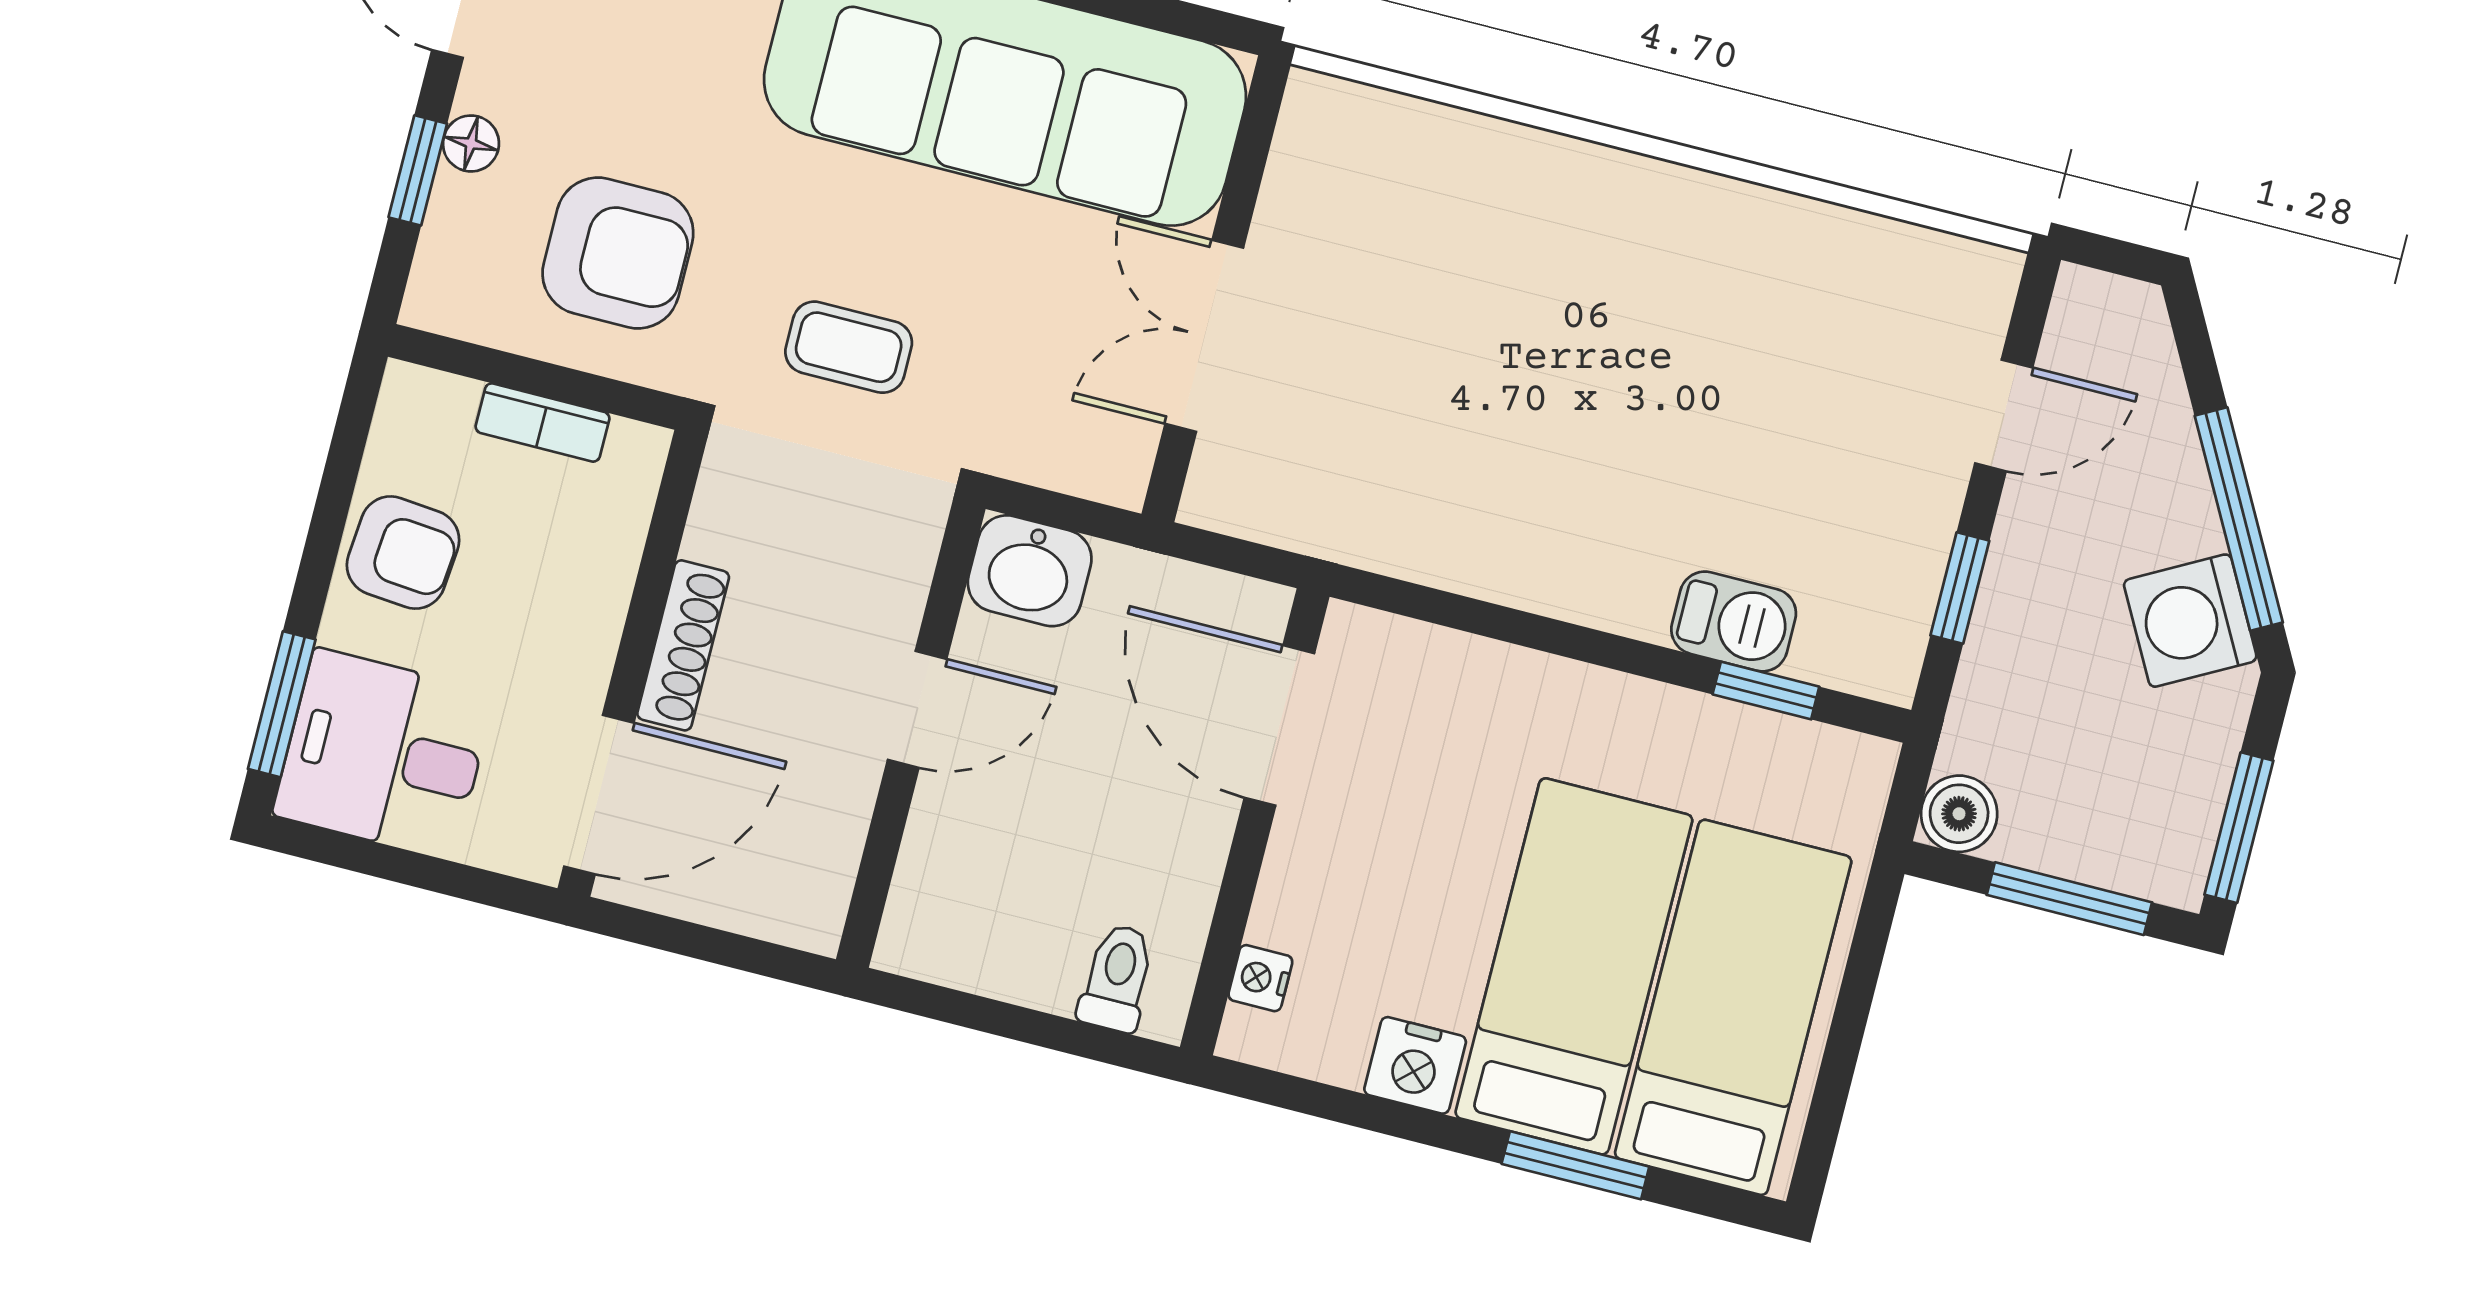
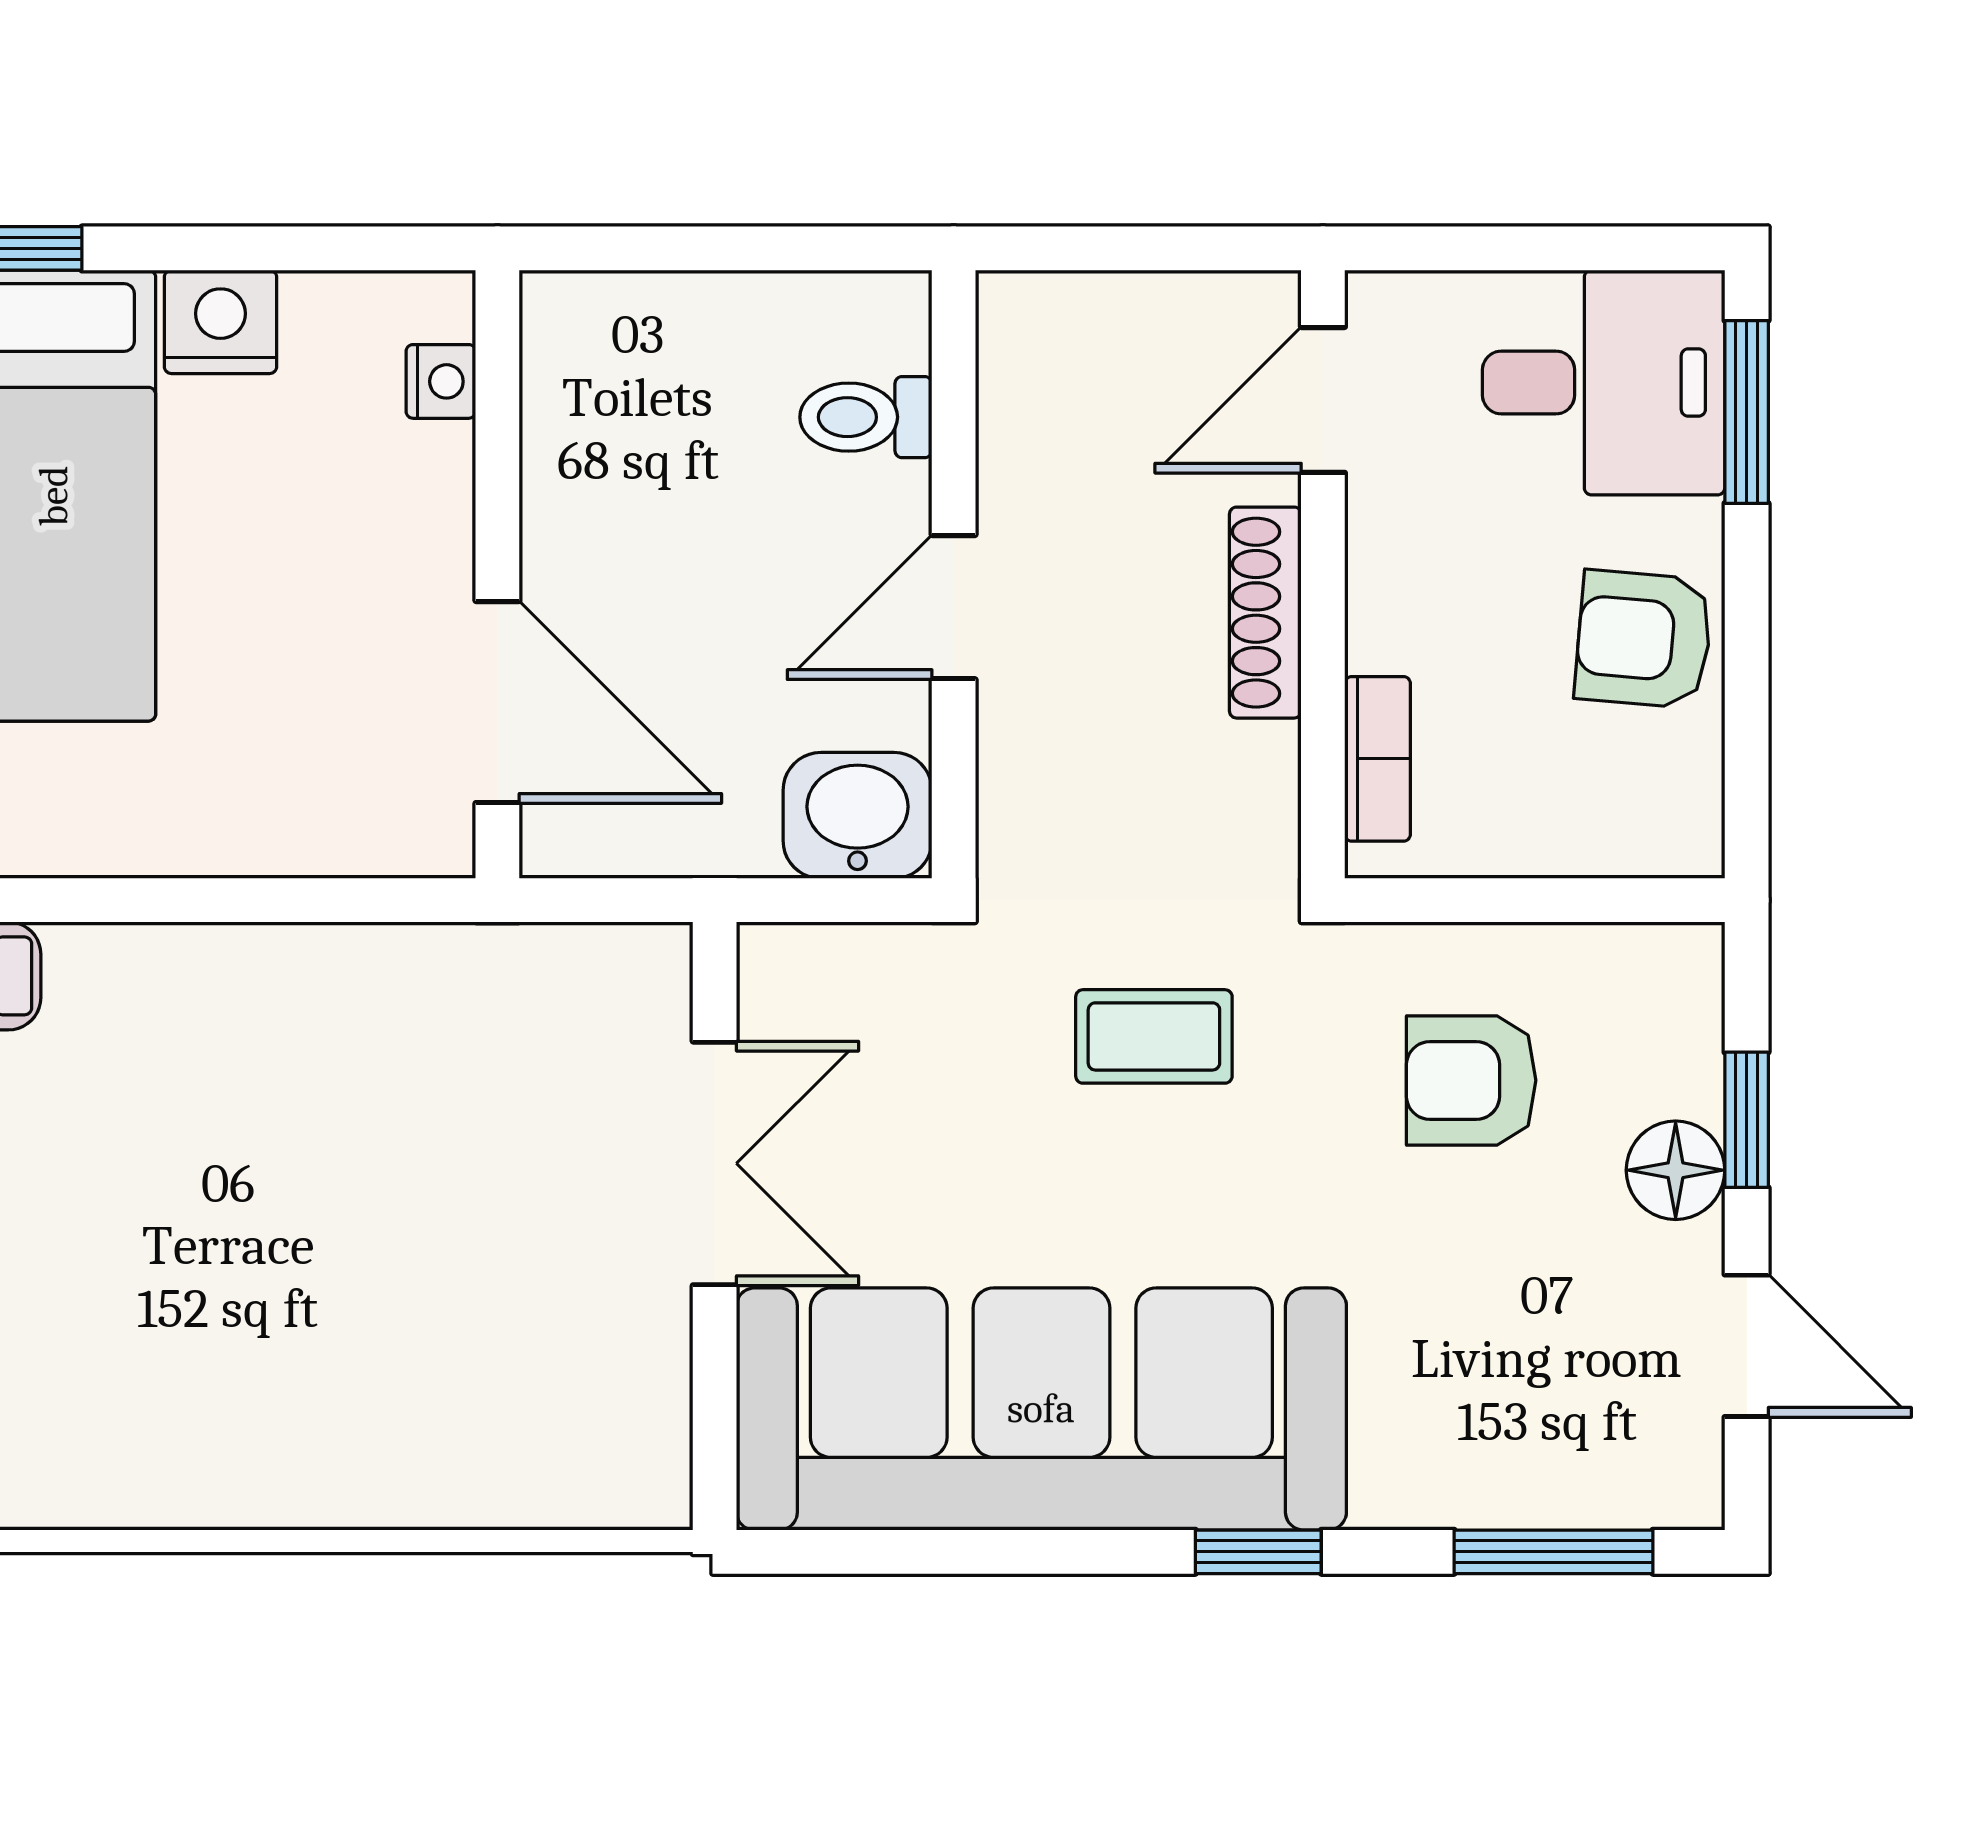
floor lamp: (471, 143) -> (1676, 1170), width x1.37, depth x1.37
armchair: (618, 253) -> (1471, 1080), width x0.72, depth x0.72
bookcase: (543, 422) -> (1378, 759), moved, turned 90
door: (599, 795) -> (1323, 400), width x0.73
toilet: (1117, 978) -> (866, 417), moved, turned 90

